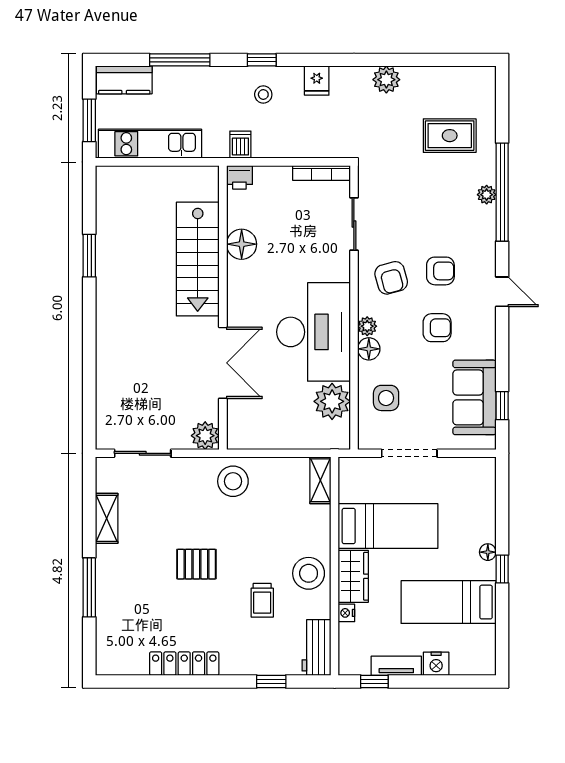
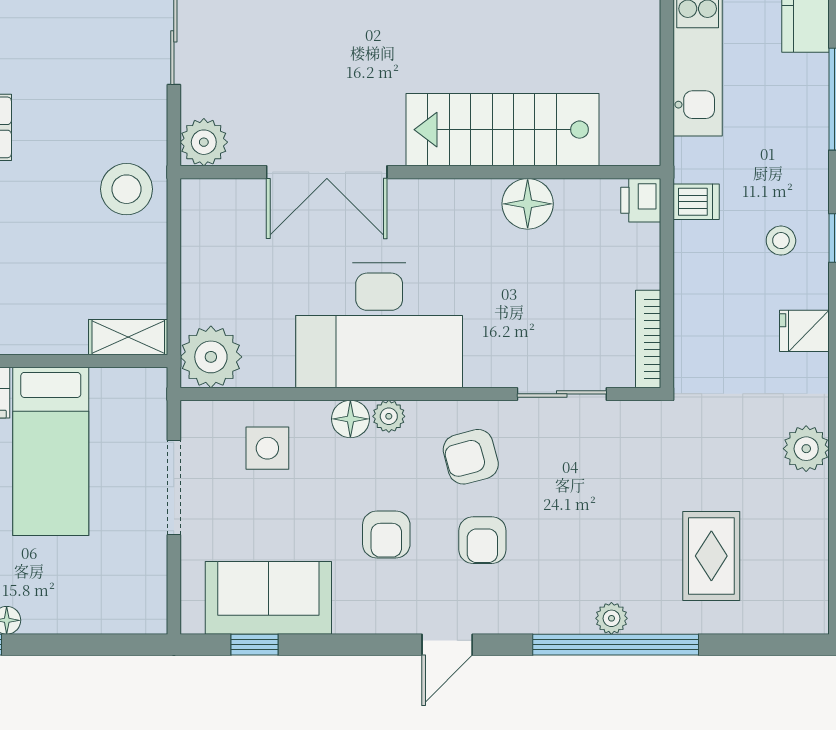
plant: (332, 401) -> (211, 357), moved

